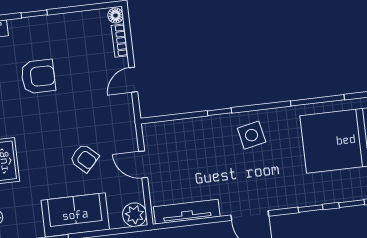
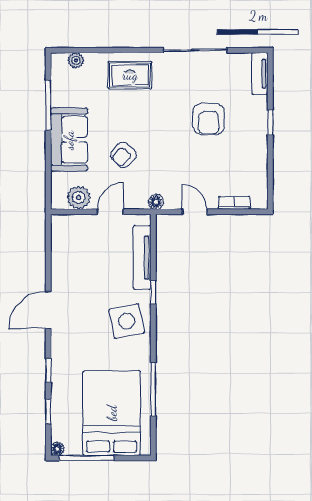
floor lamp: (116, 15) -> (156, 202), moved
side table: (252, 135) -> (127, 321), width x1.37, depth x1.37
tv unit: (187, 212) -> (142, 258), moved, turned 180
plant: (135, 215) -> (79, 198), moved

